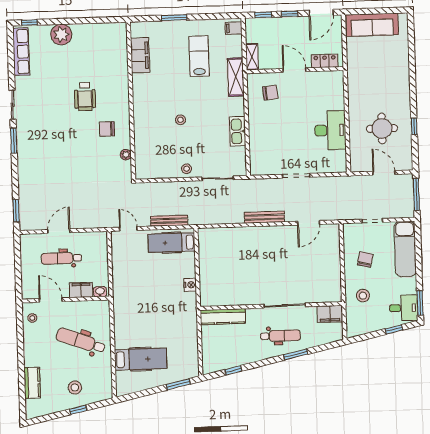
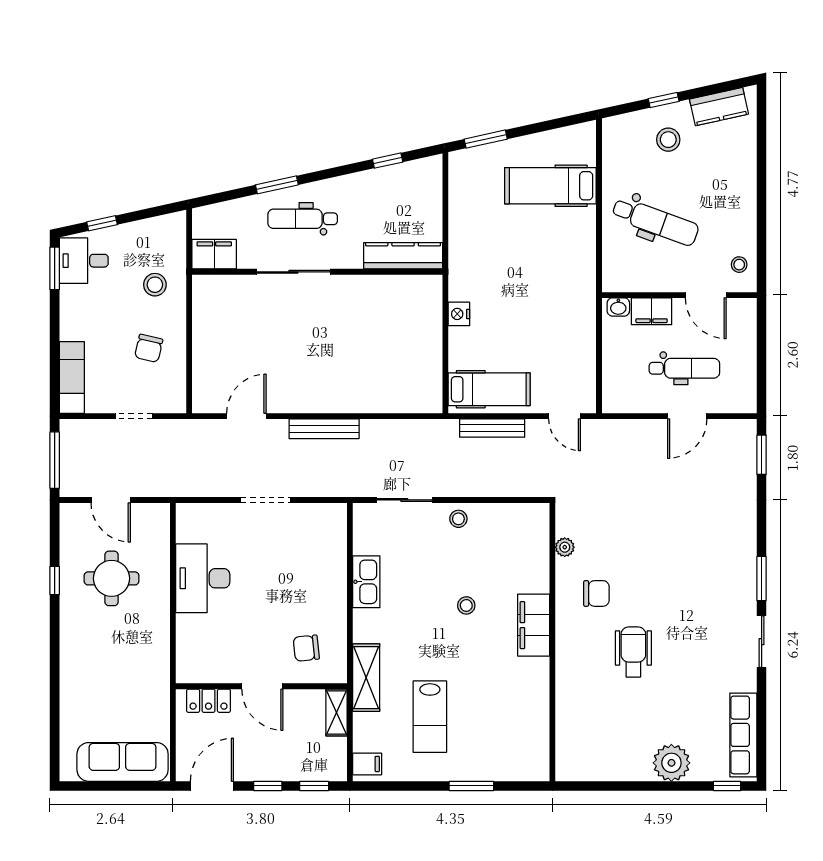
filing cabinet: (140, 55) -> (534, 625), moved
exam couch: (405, 249) -> (72, 378), width x0.73, depth x0.69
kitchen counter: (32, 383) -> (719, 107), moved, turned -102

